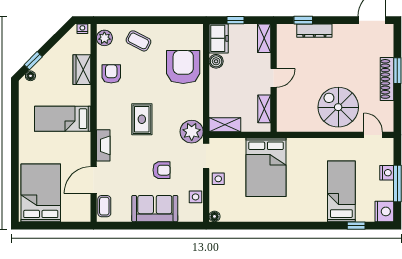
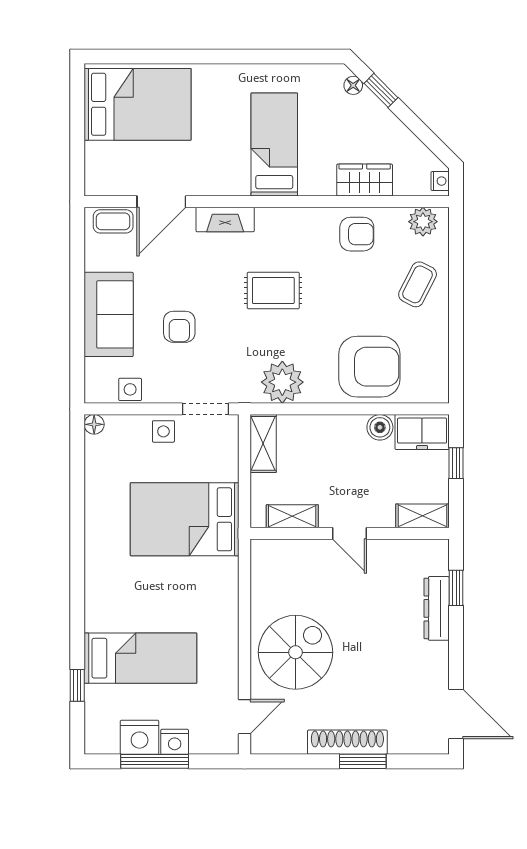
plant: (192, 132) -> (282, 382), moved
door: (94, 180) -> (161, 202), swing flipped
nightstand: (384, 211) -> (140, 737), moved

